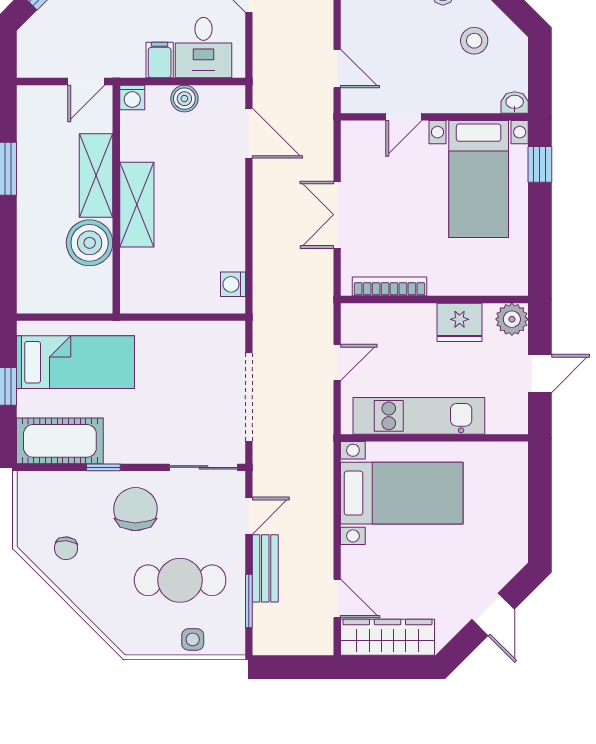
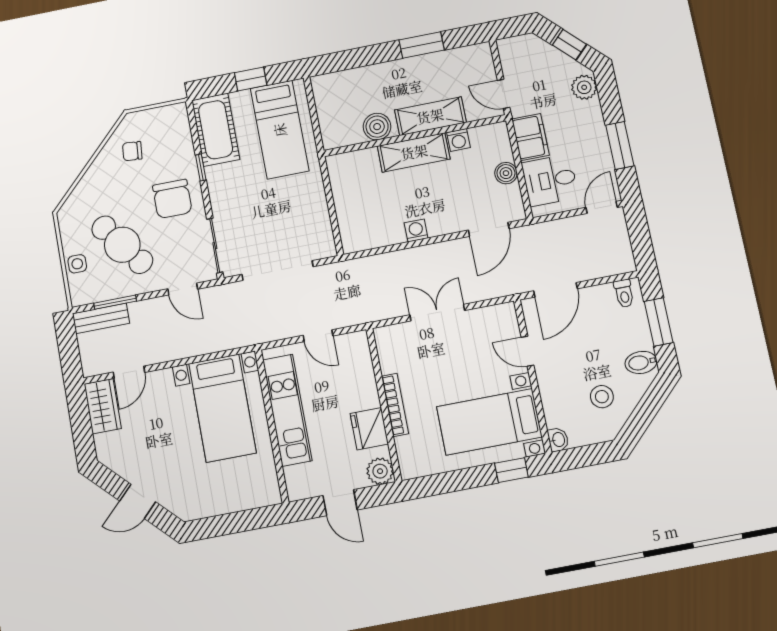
filing cabinet: (160, 60) -> (531, 137), width x2.00
door: (337, 69) -> (555, 290), width x1.37
washing machine: (132, 97) -> (458, 140), moved, turned -90
boiler: (90, 243) -> (377, 127), width x0.73, depth x0.73
washing machine: (233, 284) -> (416, 230), moved
bookcase: (389, 286) -> (395, 405), moved
chair: (135, 509) -> (172, 199), turned 90
bench: (265, 568) -> (101, 318), moved
cafe table: (180, 580) -> (122, 245), turned -37
wardrobe: (388, 637) -> (103, 406), width x0.67

